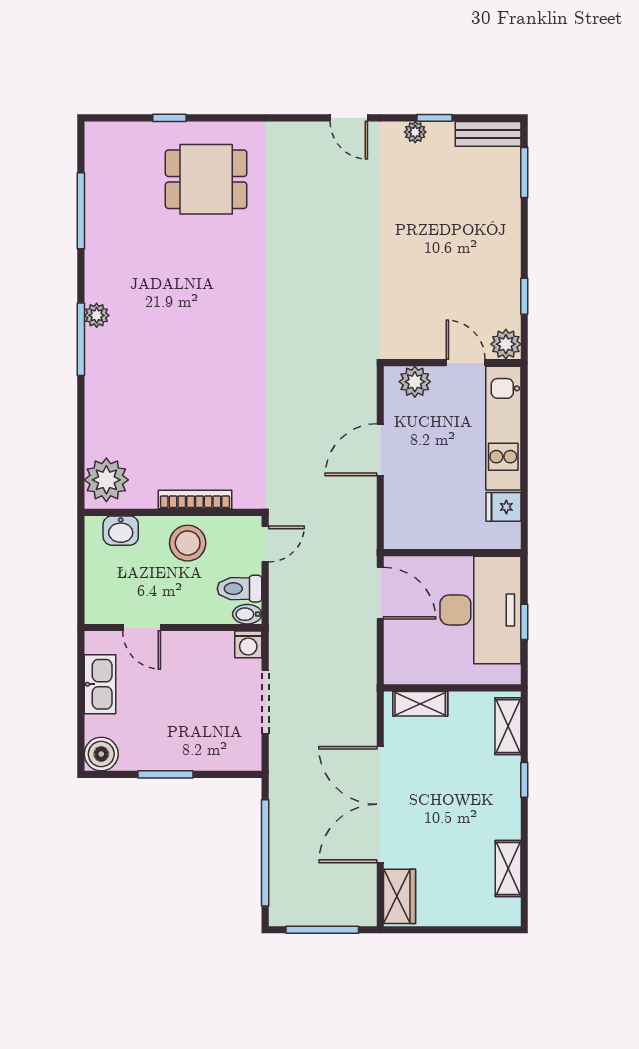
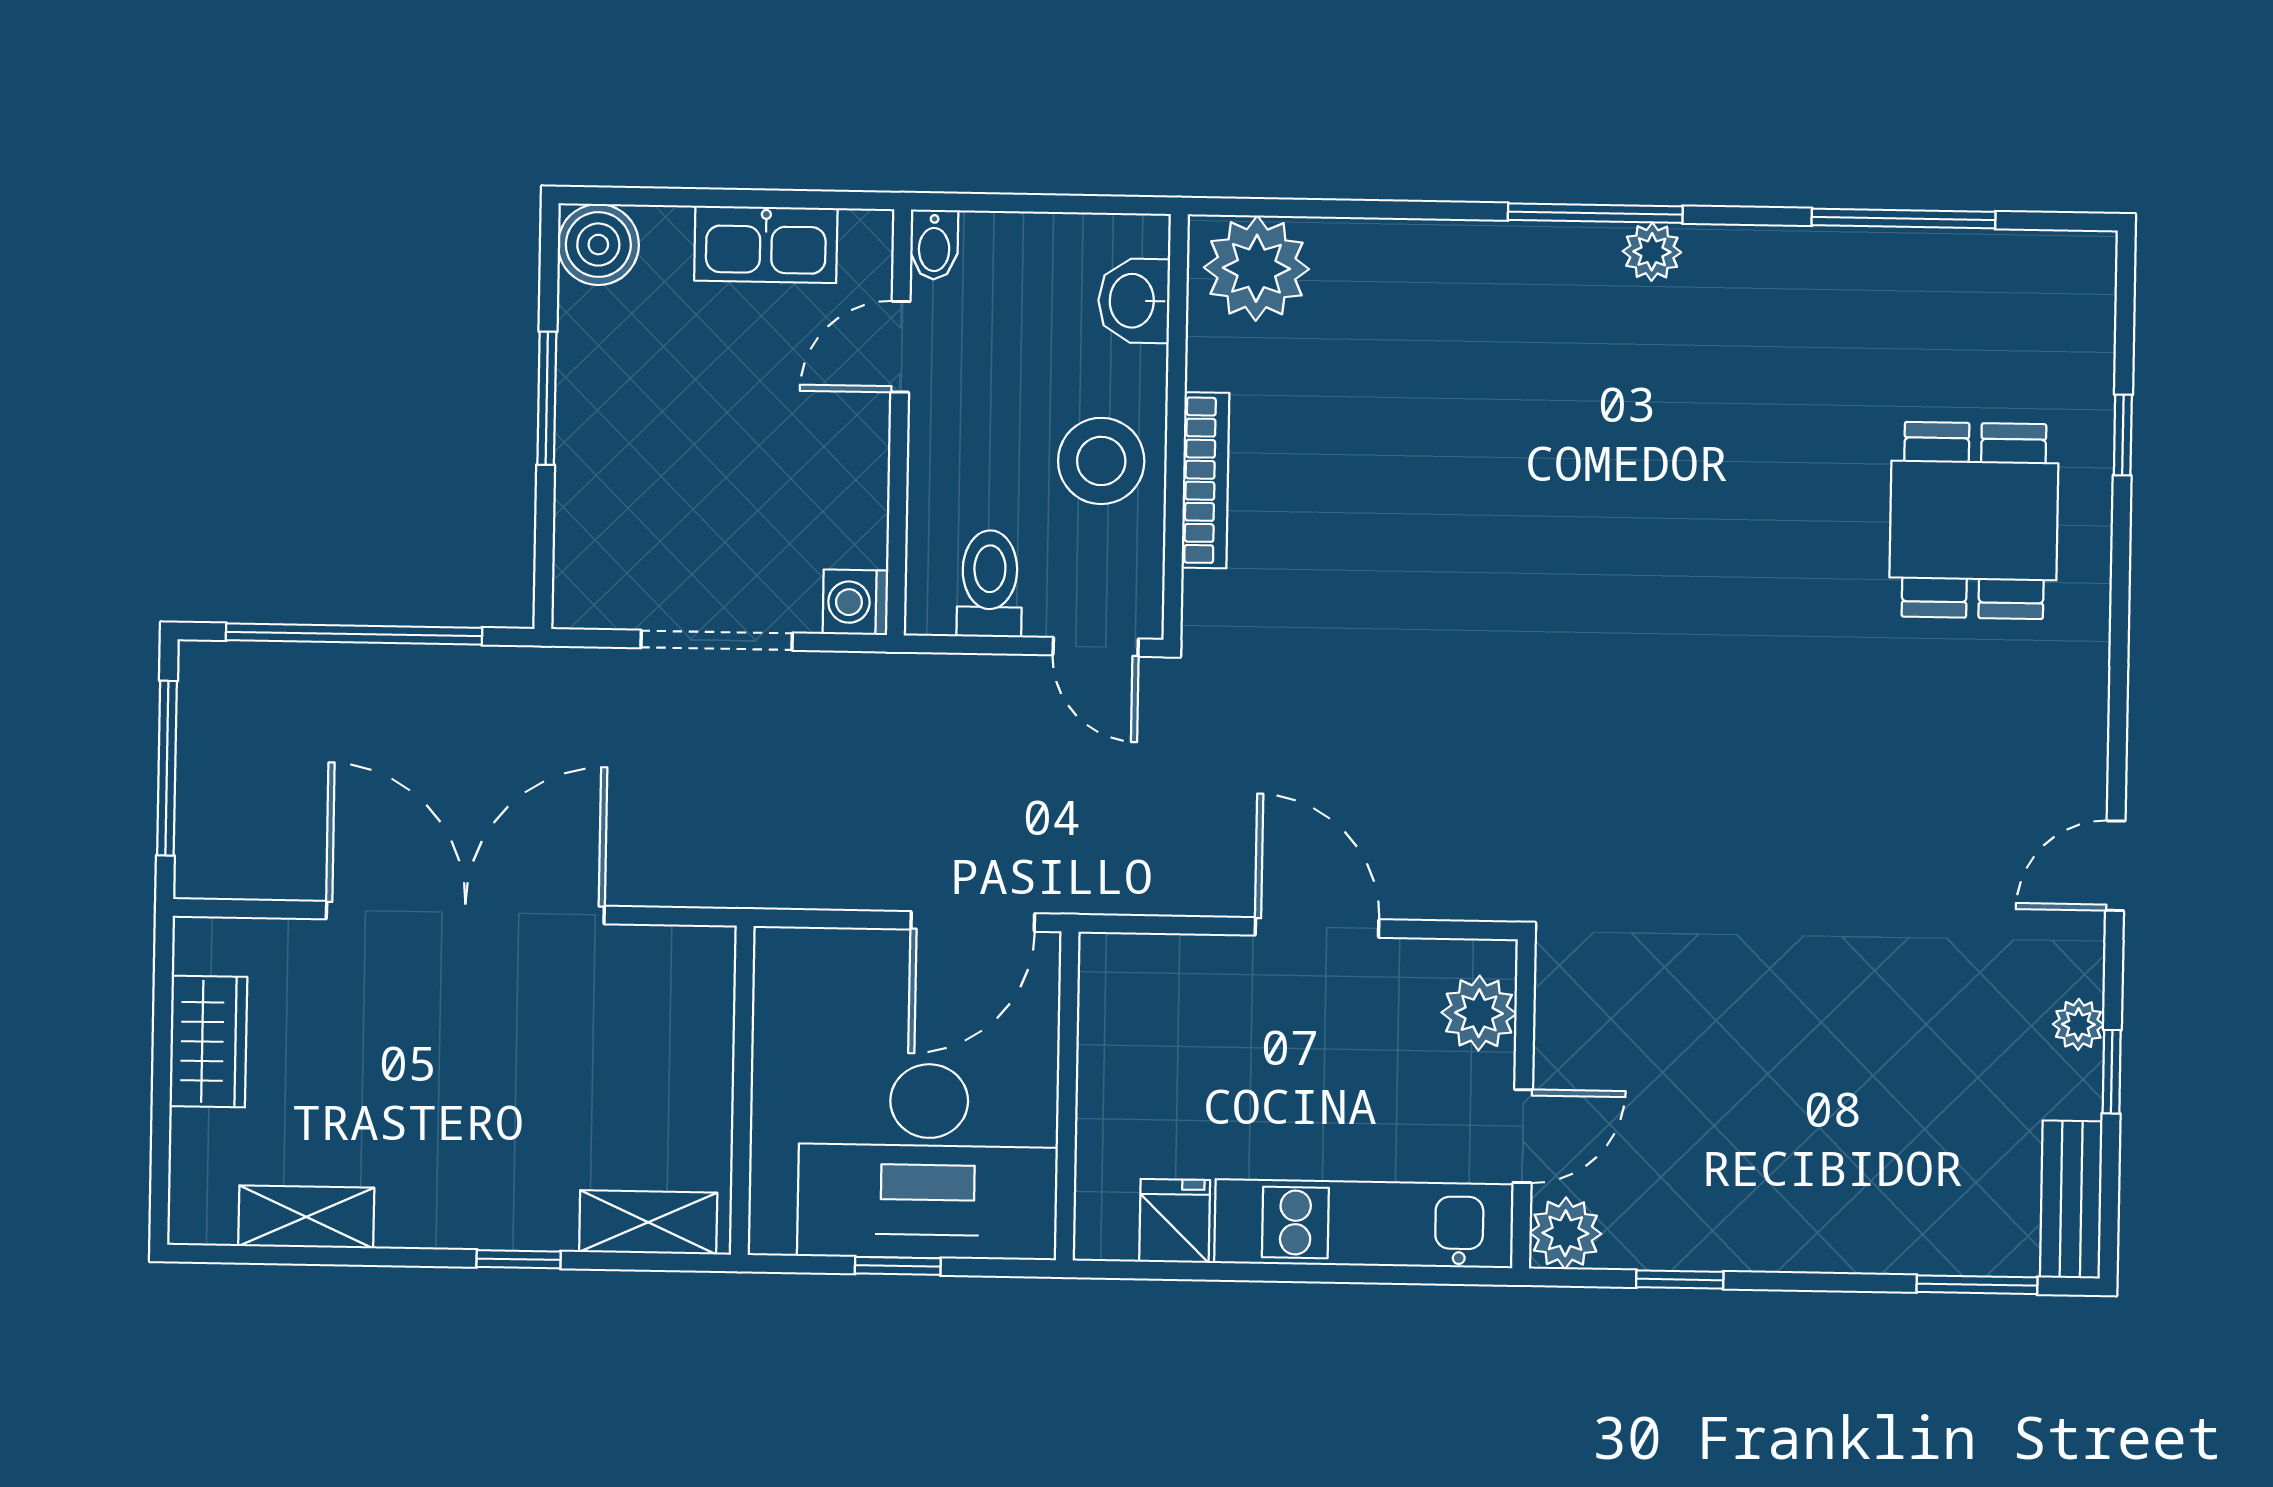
bidet: (247, 614) -> (934, 245), moved, turned 180
shelving: (420, 704) -> (706, 1013), removed
wardrobe: (399, 896) -> (208, 1042), moved, turned -90

